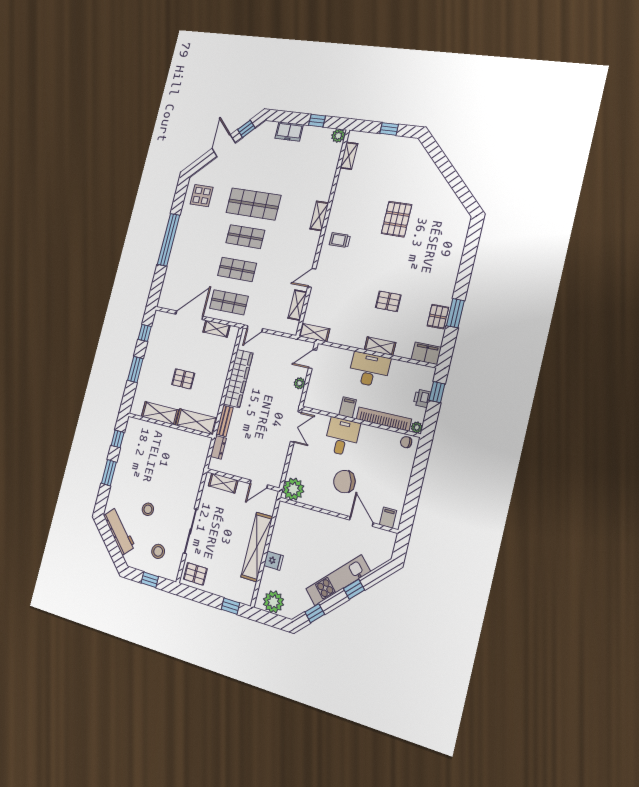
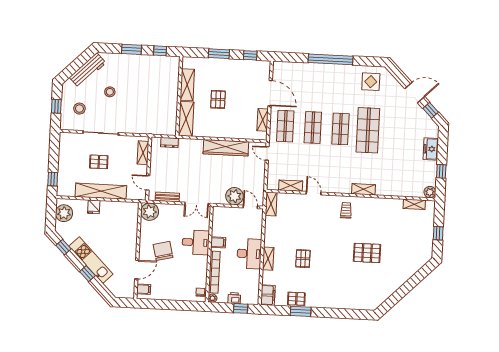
plant: (299, 383) -> (234, 196), width x1.87, depth x1.87
bench: (224, 421) -> (167, 197), moved
pallet: (195, 574) -> (99, 162), moved, turned 90

